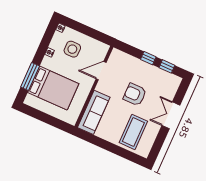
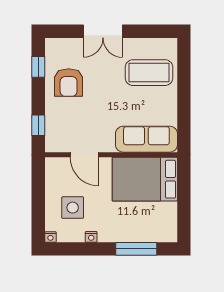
window: (148, 58) -> (38, 125), moved
bed: (53, 88) -> (145, 179), moved, turned -90
armchair: (135, 94) -> (69, 83), moved

